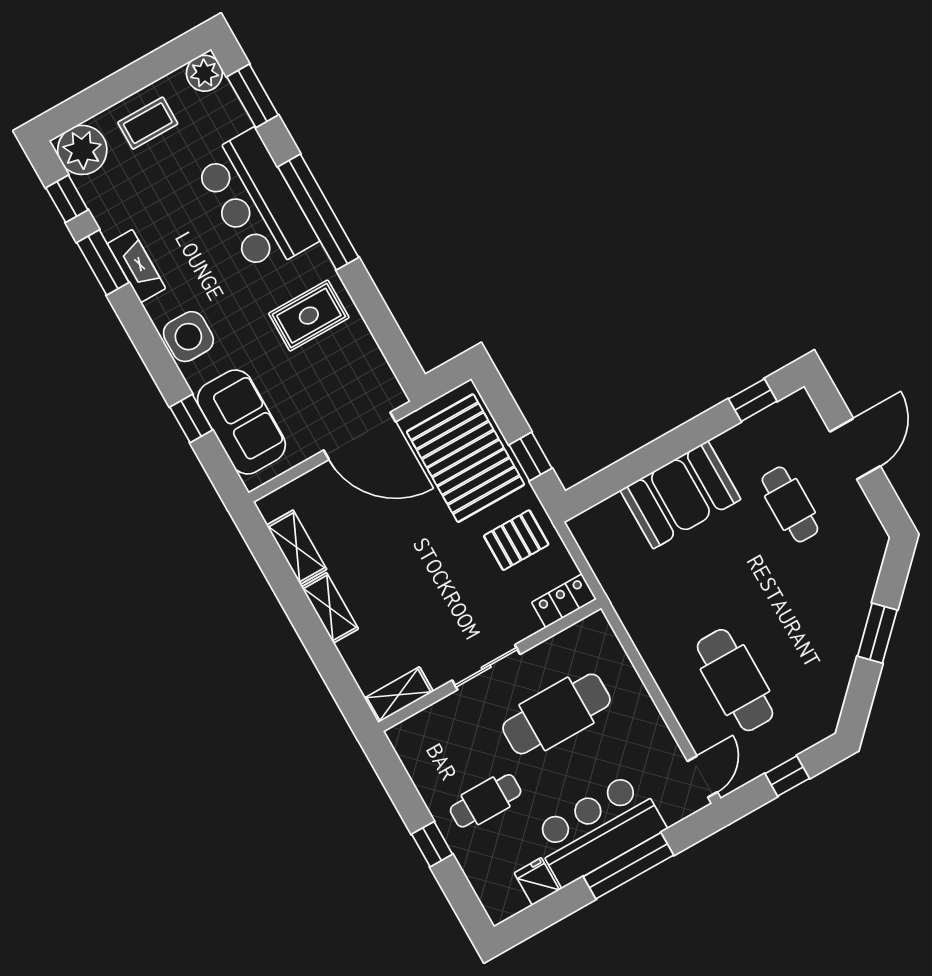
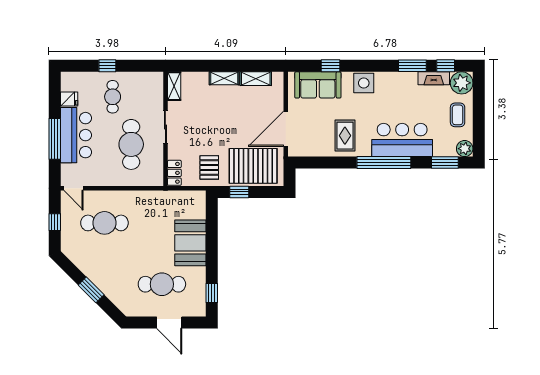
fireplace: (136, 266) -> (434, 78), moved
cafe table: (790, 504) -> (162, 284), width x1.37, depth x1.35

